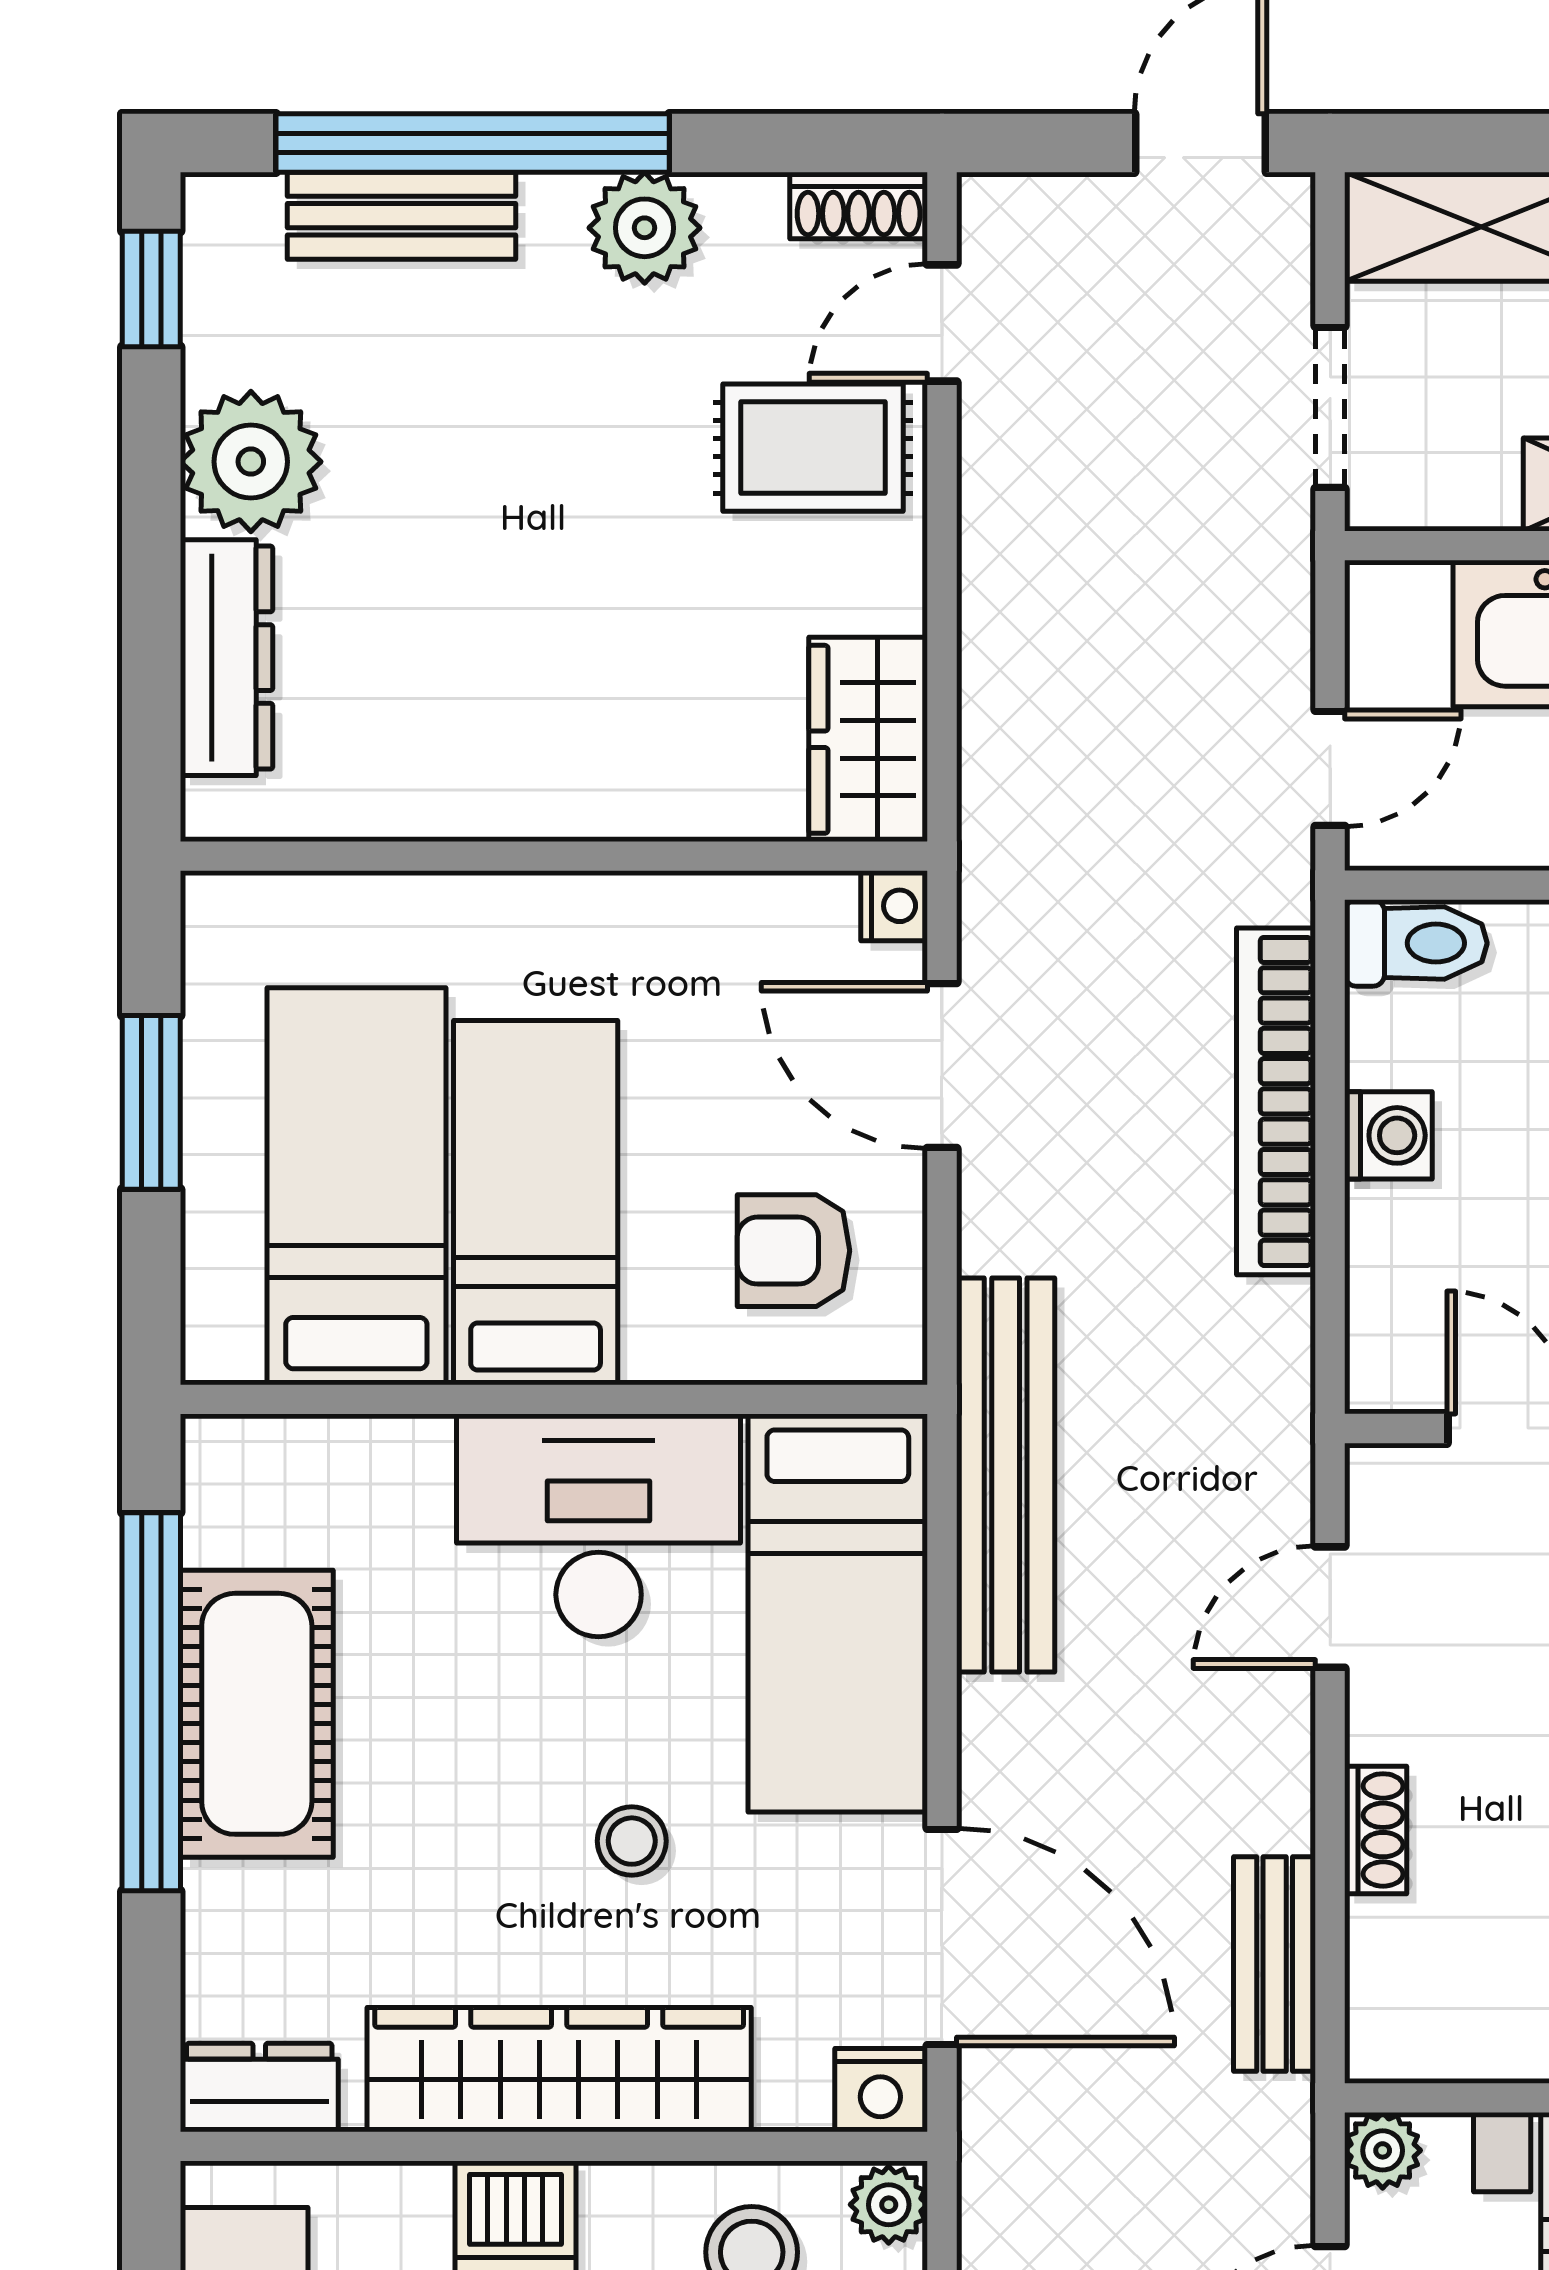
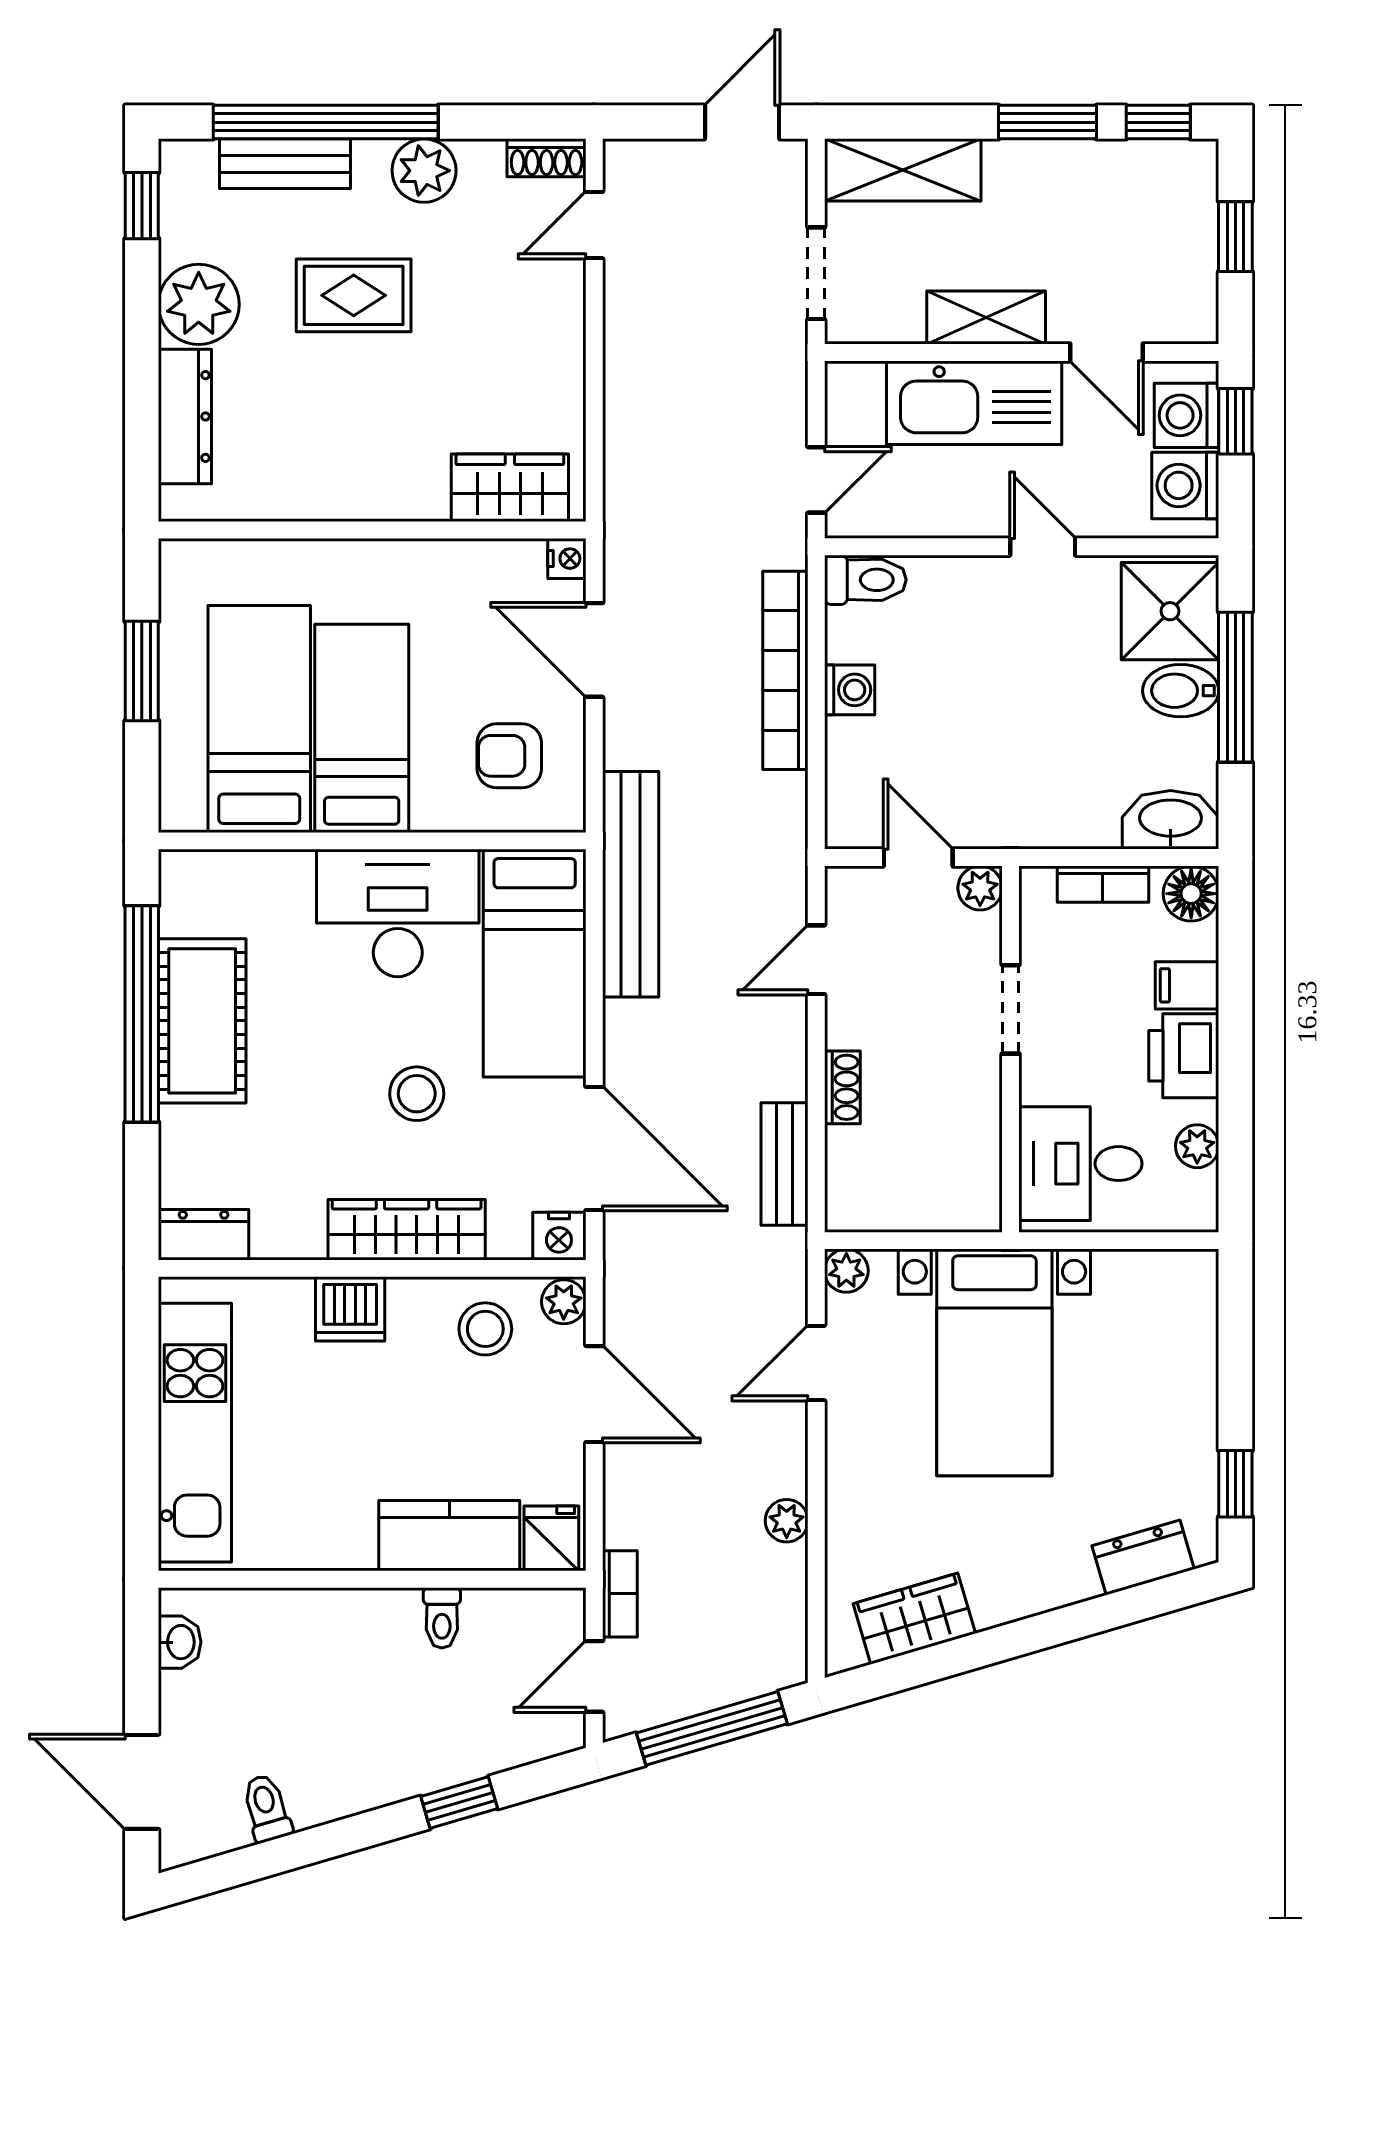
rug: (813, 448) -> (354, 295), moved
wardrobe: (868, 739) -> (510, 488), moved, turned 90
stool: (632, 1841) -> (417, 1094), width x1.37, depth x1.37
wardrobe: (559, 2070) -> (407, 1230), width x0.71, depth x0.85

